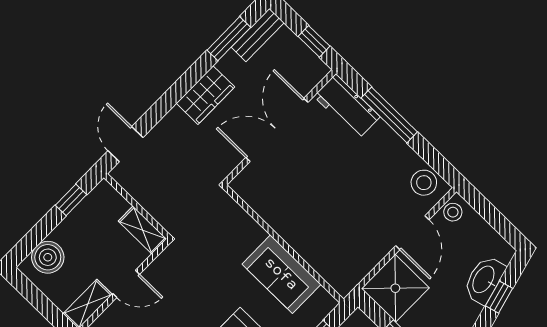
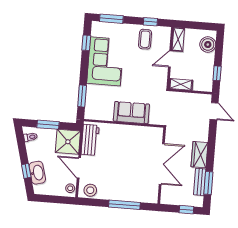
bench: (258, 35) -> (200, 182), moved
window: (314, 41) -> (186, 210), moved
workbench: (347, 107) -> (90, 140), moved, turned 90
sofa: (281, 274) -> (131, 113), moved

